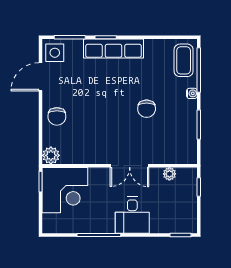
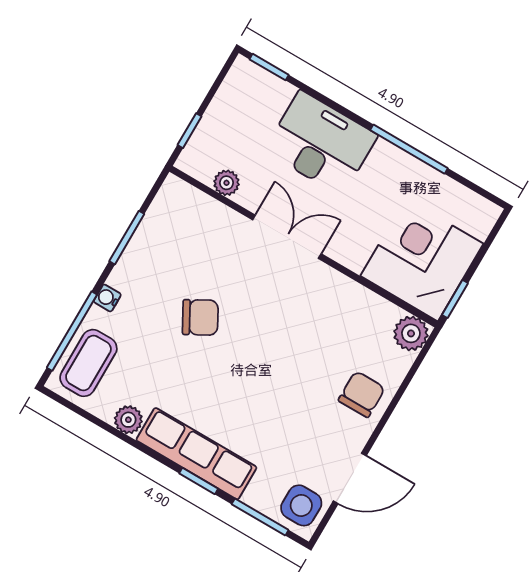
plant: (152, 46) -> (128, 420), added
chair: (147, 109) -> (200, 317), turned 61
desk: (132, 215) -> (321, 143), width x1.37

